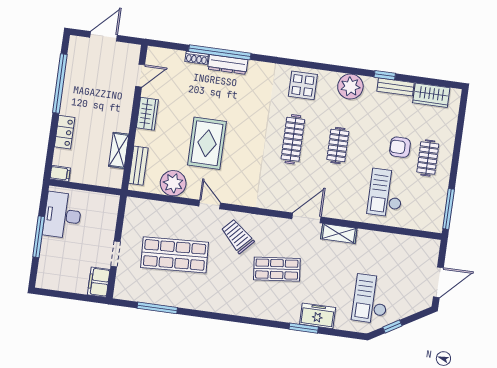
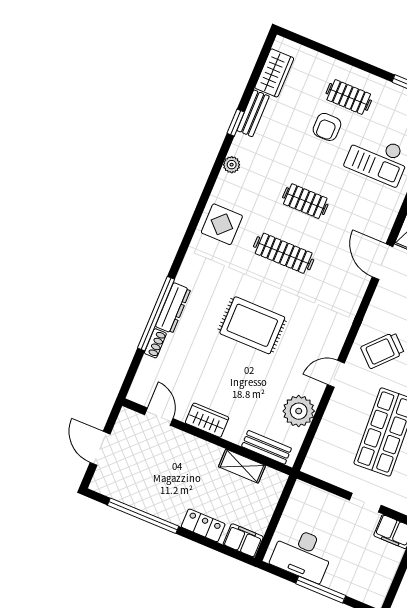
plant: (350, 87) -> (232, 165), width x0.53, depth x0.53
rug: (207, 143) -> (252, 325), moved
filing cabinet: (60, 173) -> (243, 541), width x2.00

